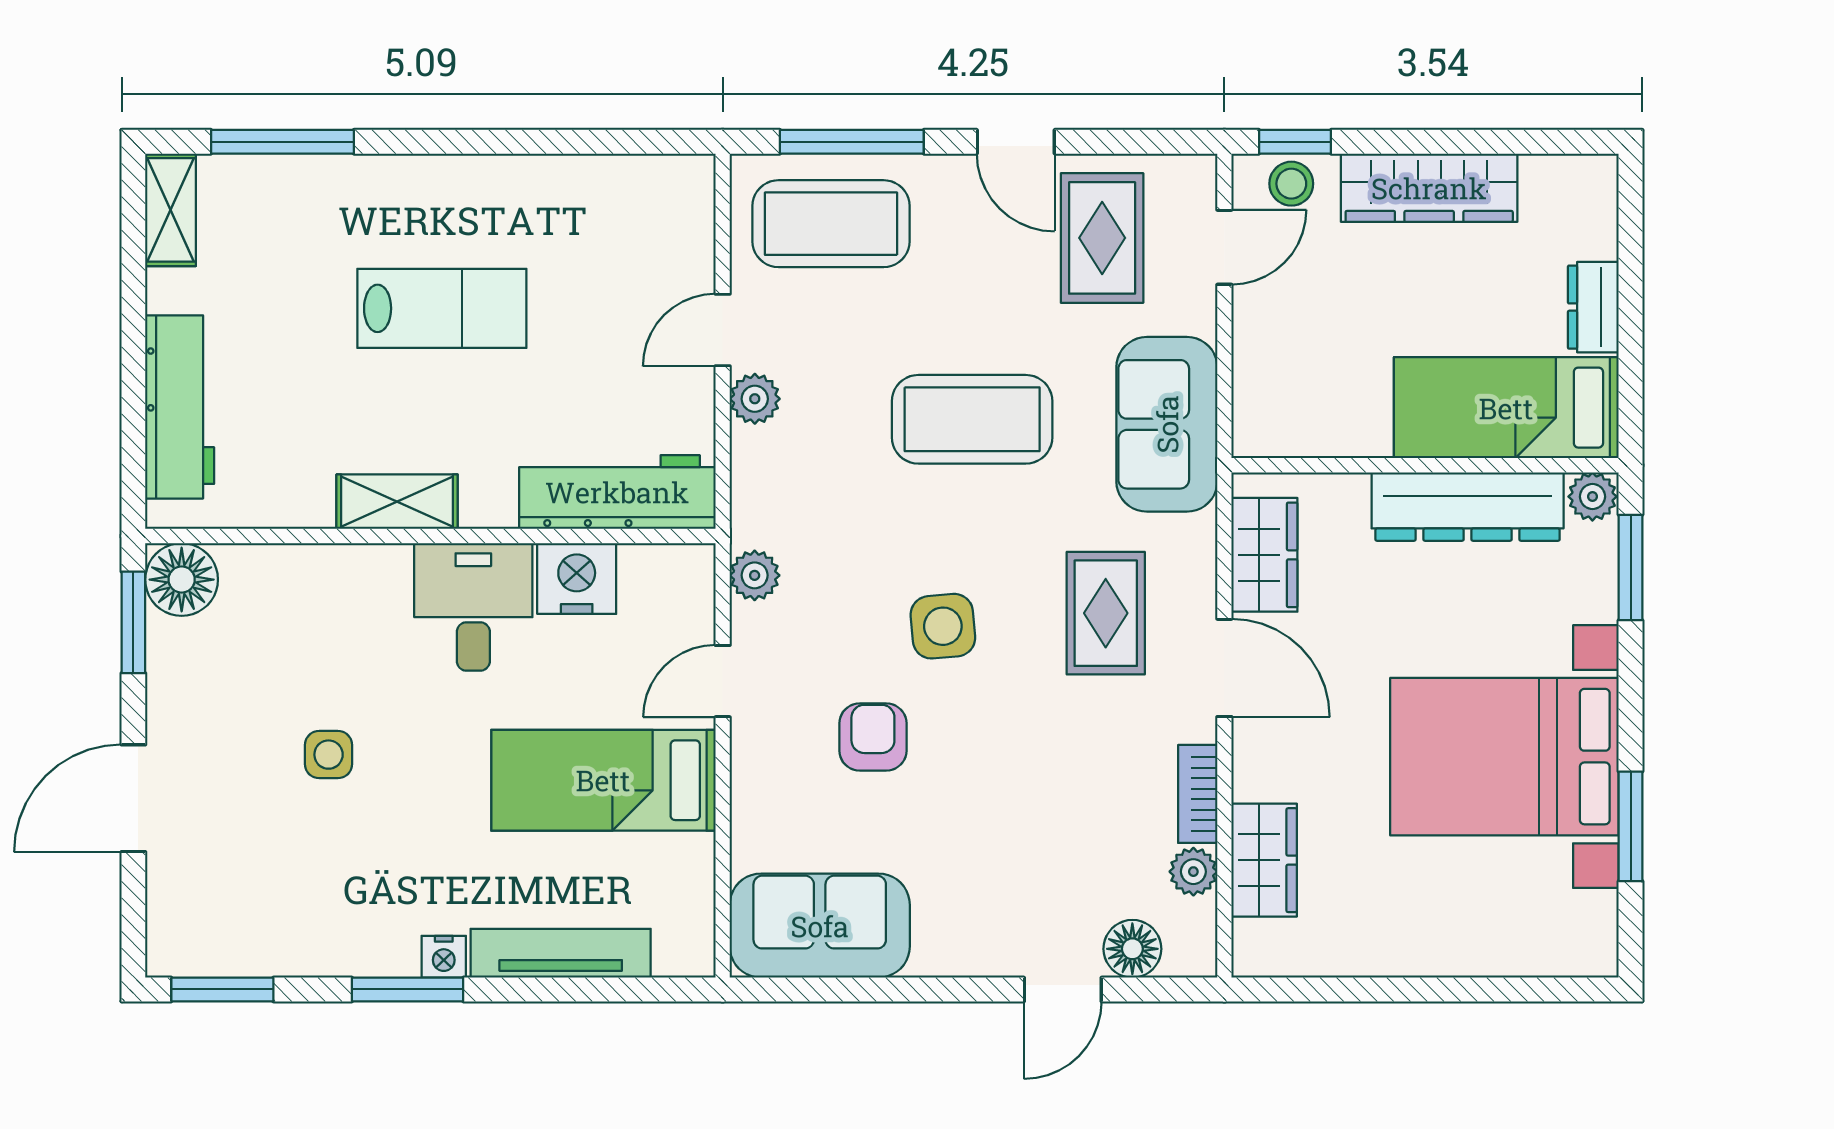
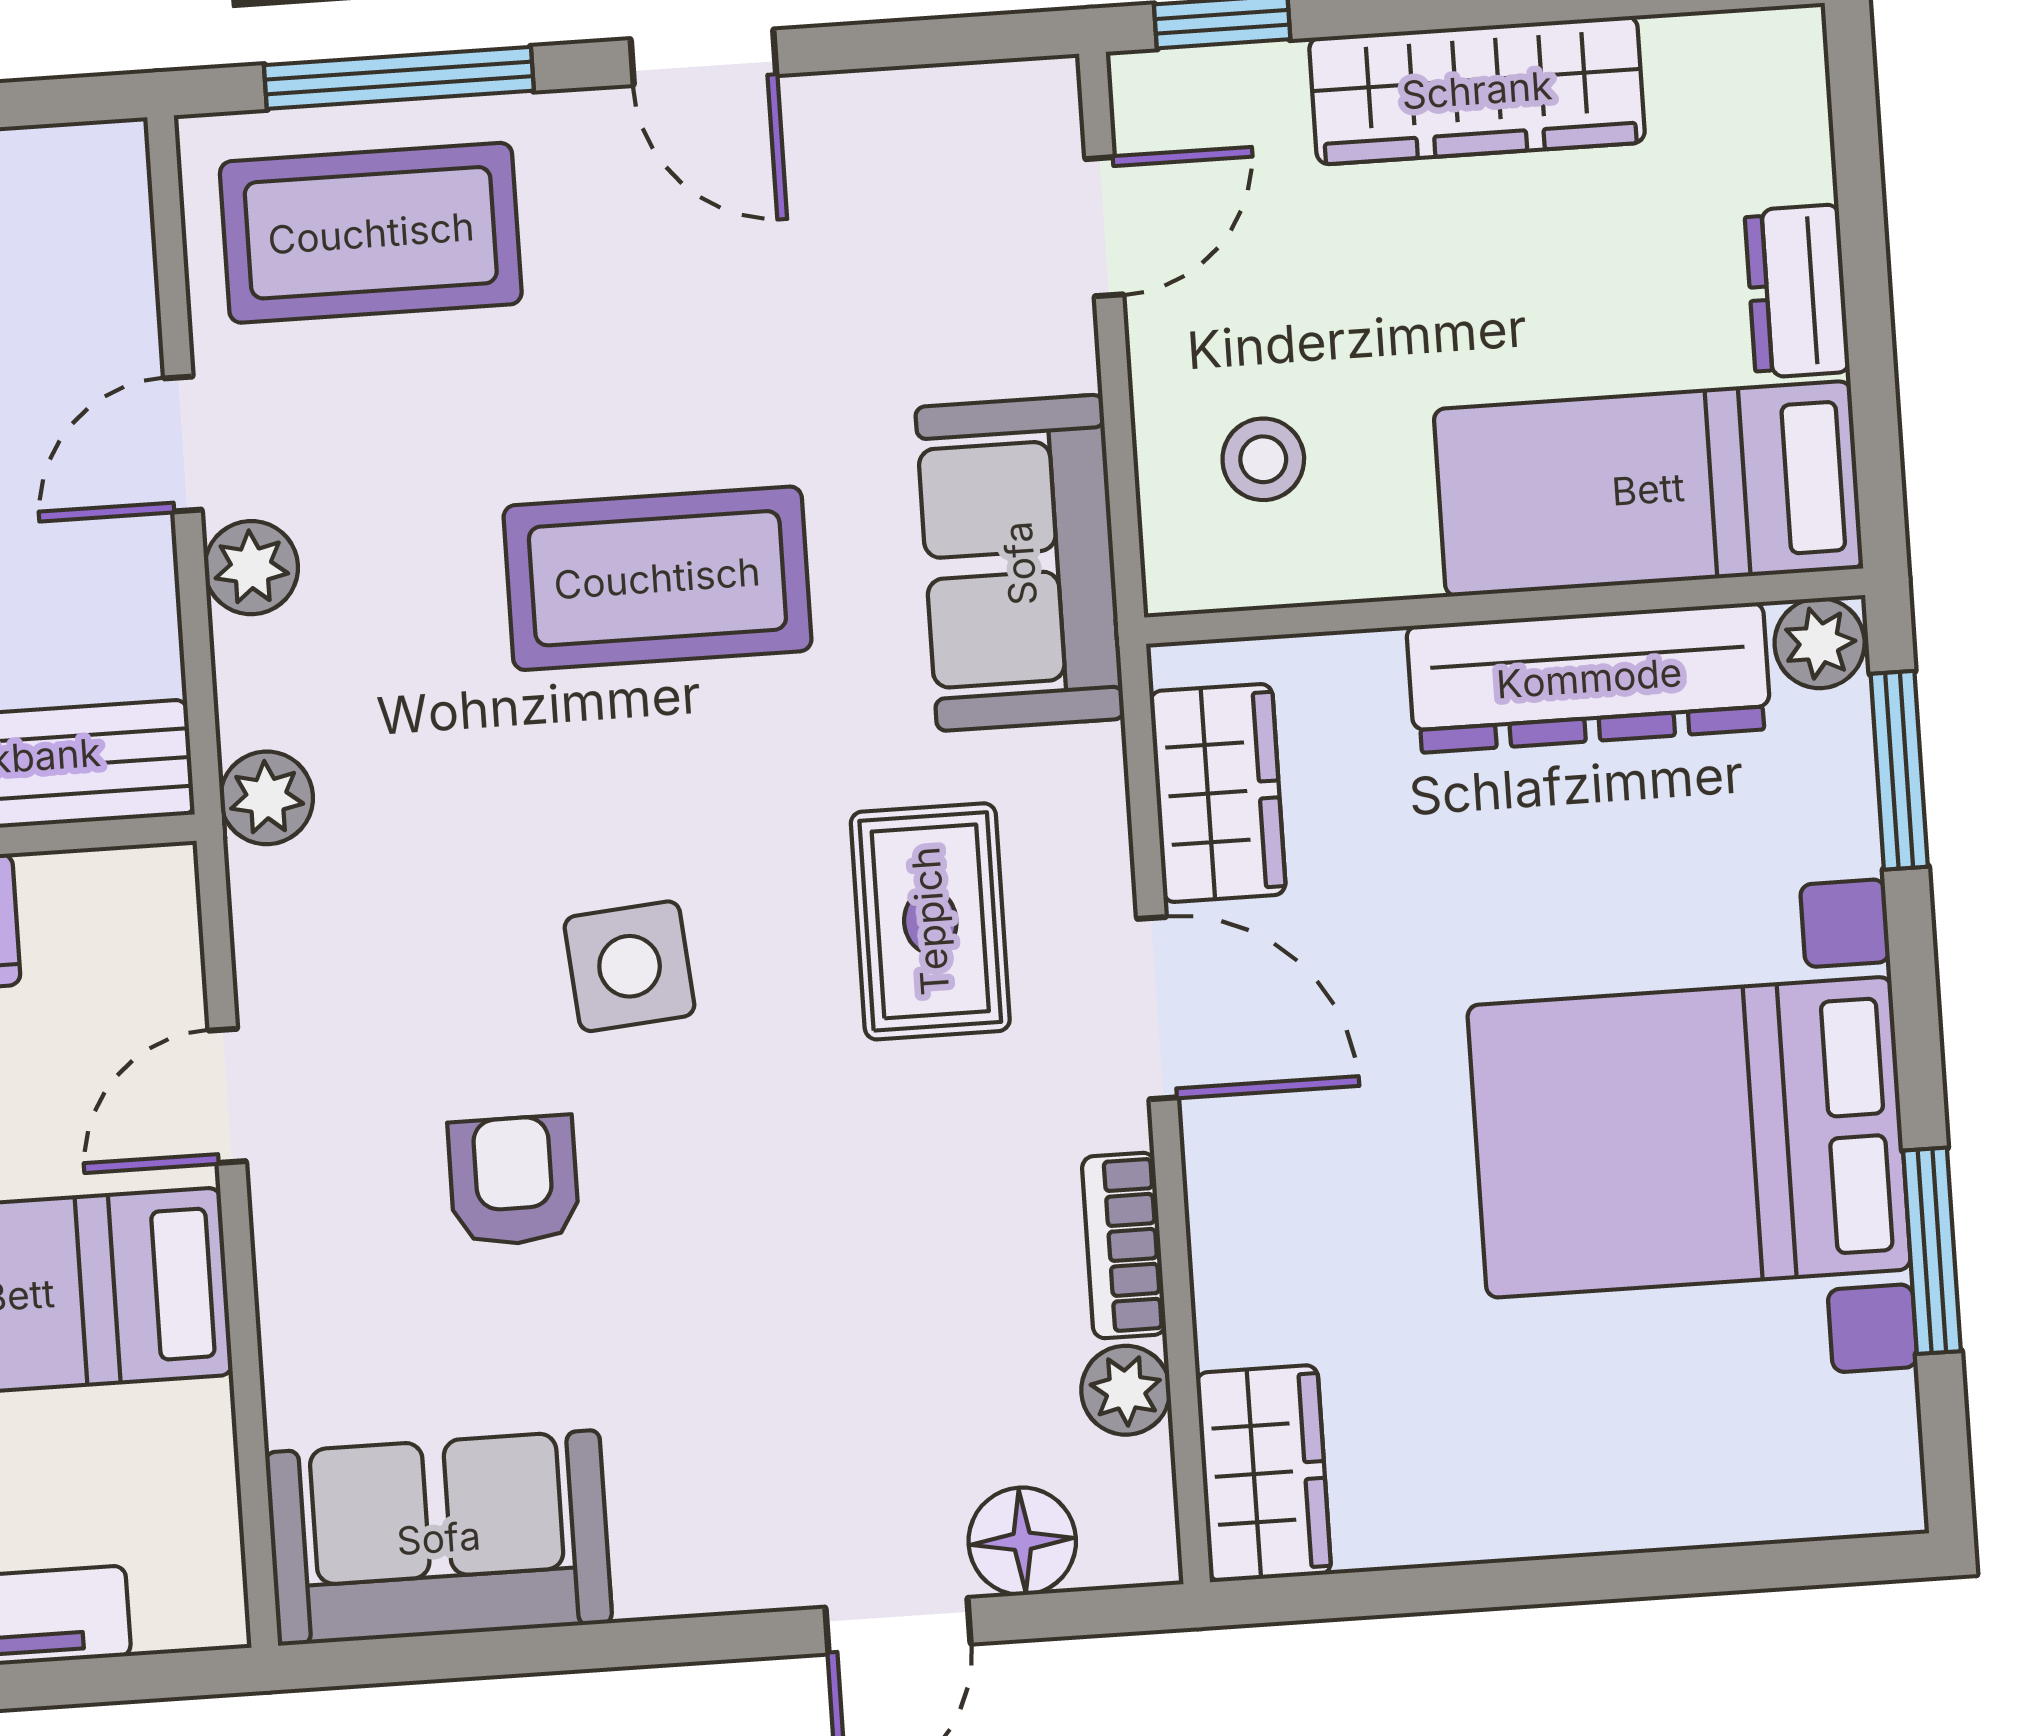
stool: (1291, 184) -> (1263, 459), moved
rug: (1102, 238) -> (876, 225), removed
plant: (755, 575) -> (267, 798), moved
wardrobe: (1264, 860) -> (1264, 1473), moved

